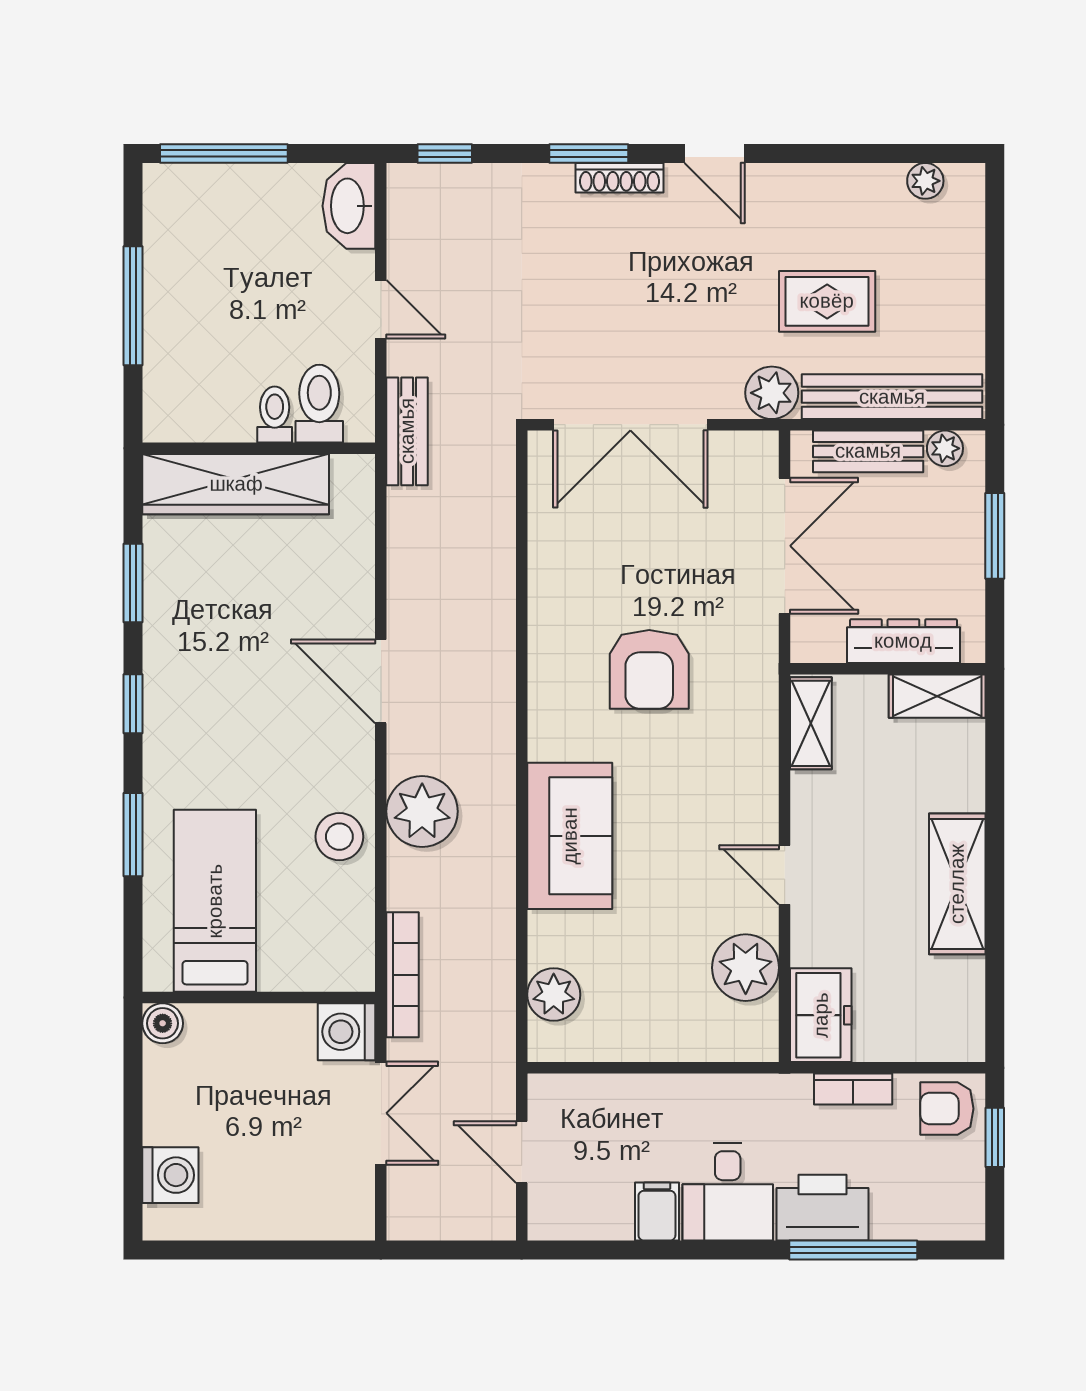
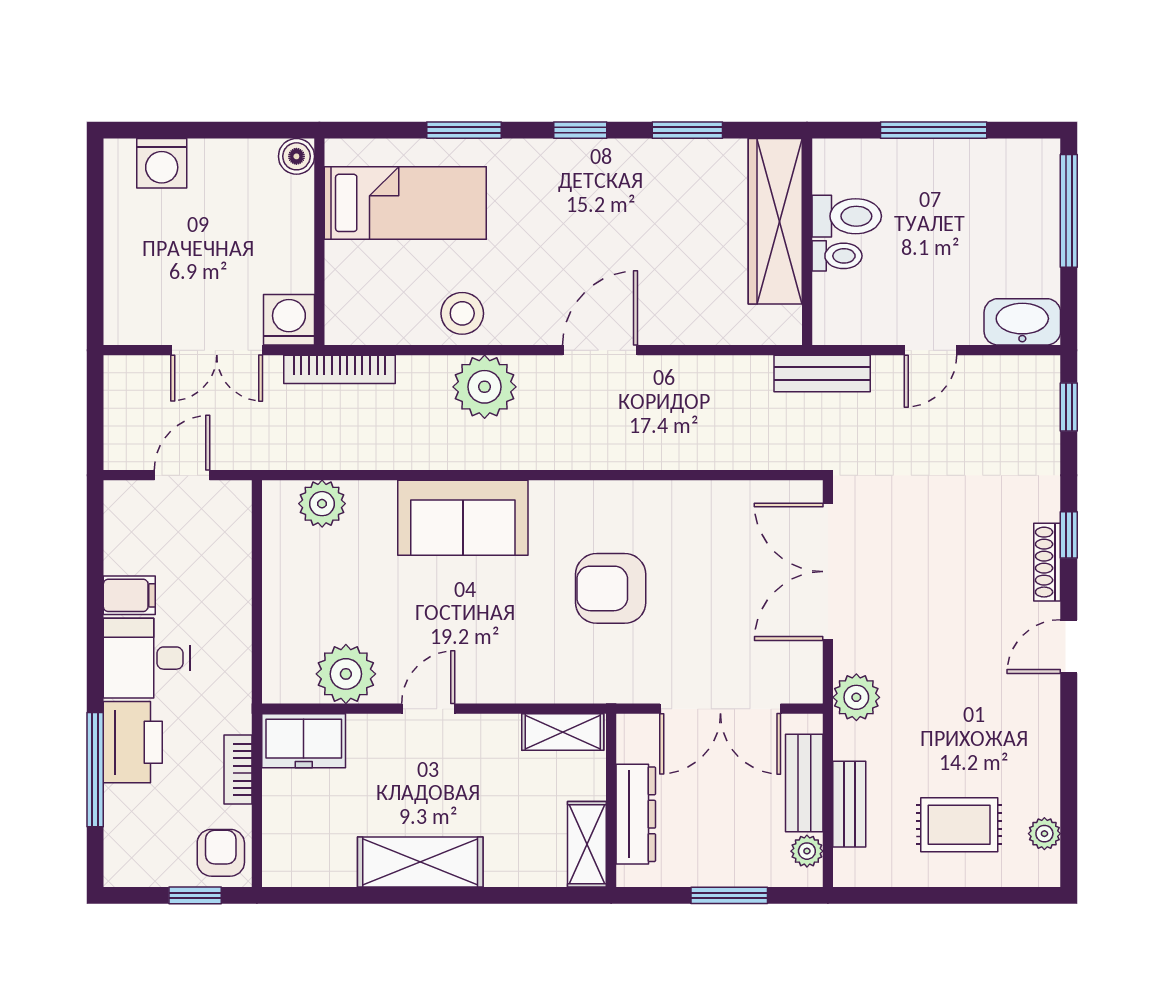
window: (589, 153) -> (1069, 535), width x0.67
rug: (827, 301) -> (959, 825), moved, turned 90
bench: (892, 397) -> (849, 804), width x0.54, depth x0.82
toilet: (319, 404) -> (847, 216), moved

